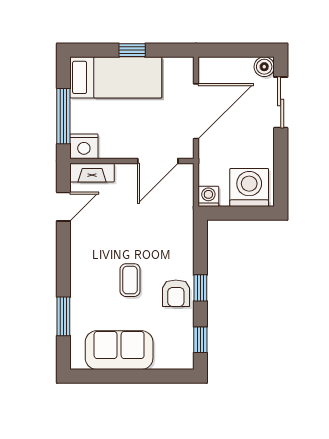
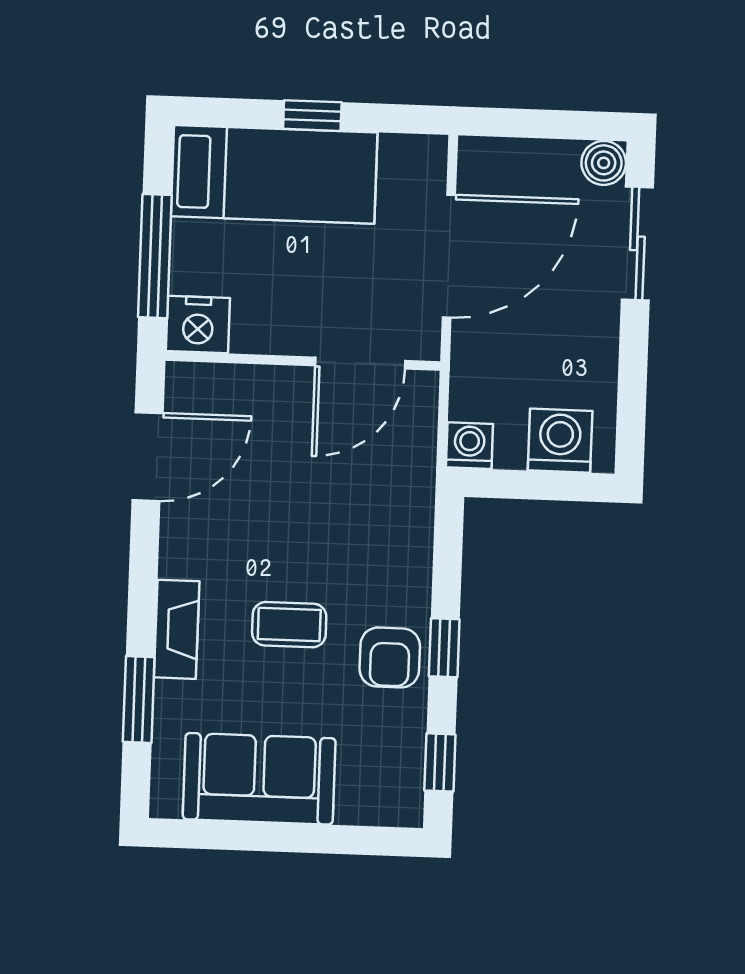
fireplace: (92, 173) -> (177, 629), moved, turned -90
washing machine: (249, 187) -> (560, 441), width x0.73, depth x0.73
door: (63, 207) -> (148, 457), width x1.38
coffee table: (130, 280) -> (289, 625), turned 90

